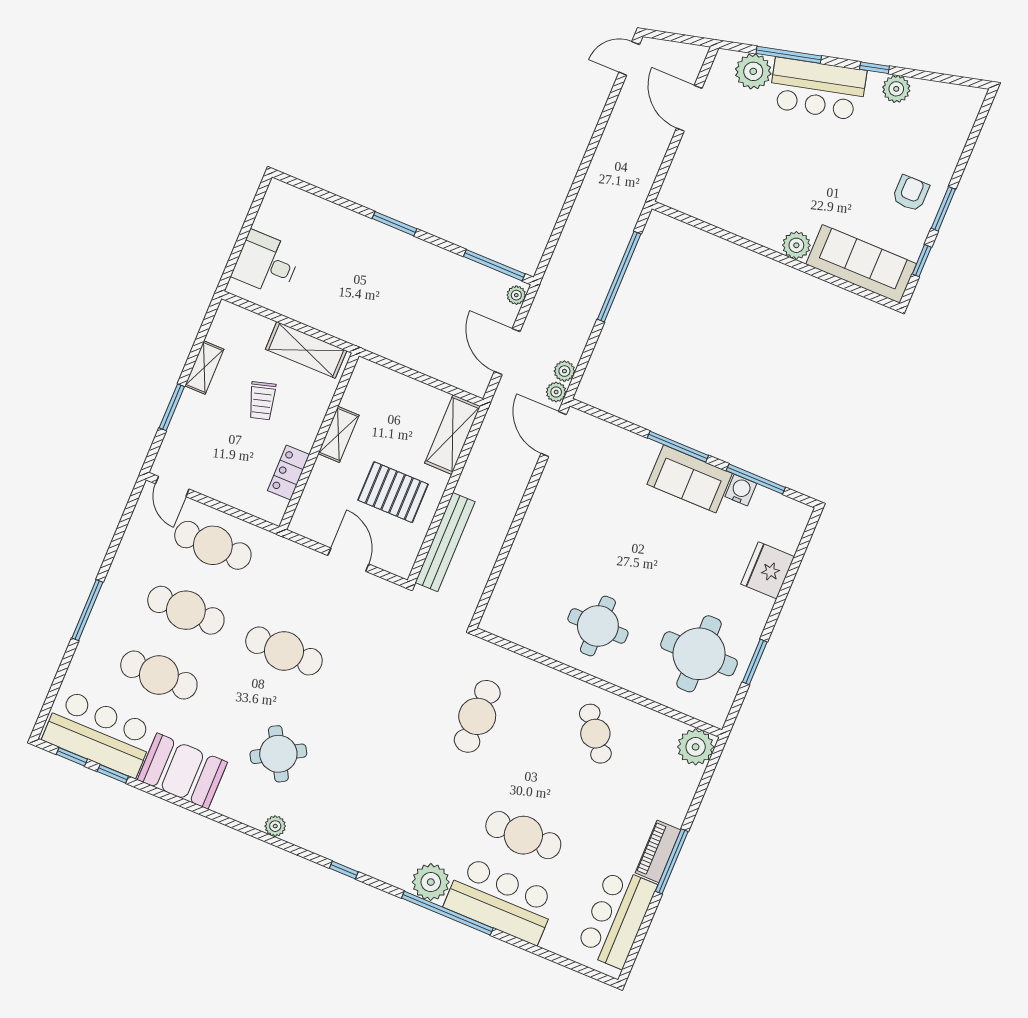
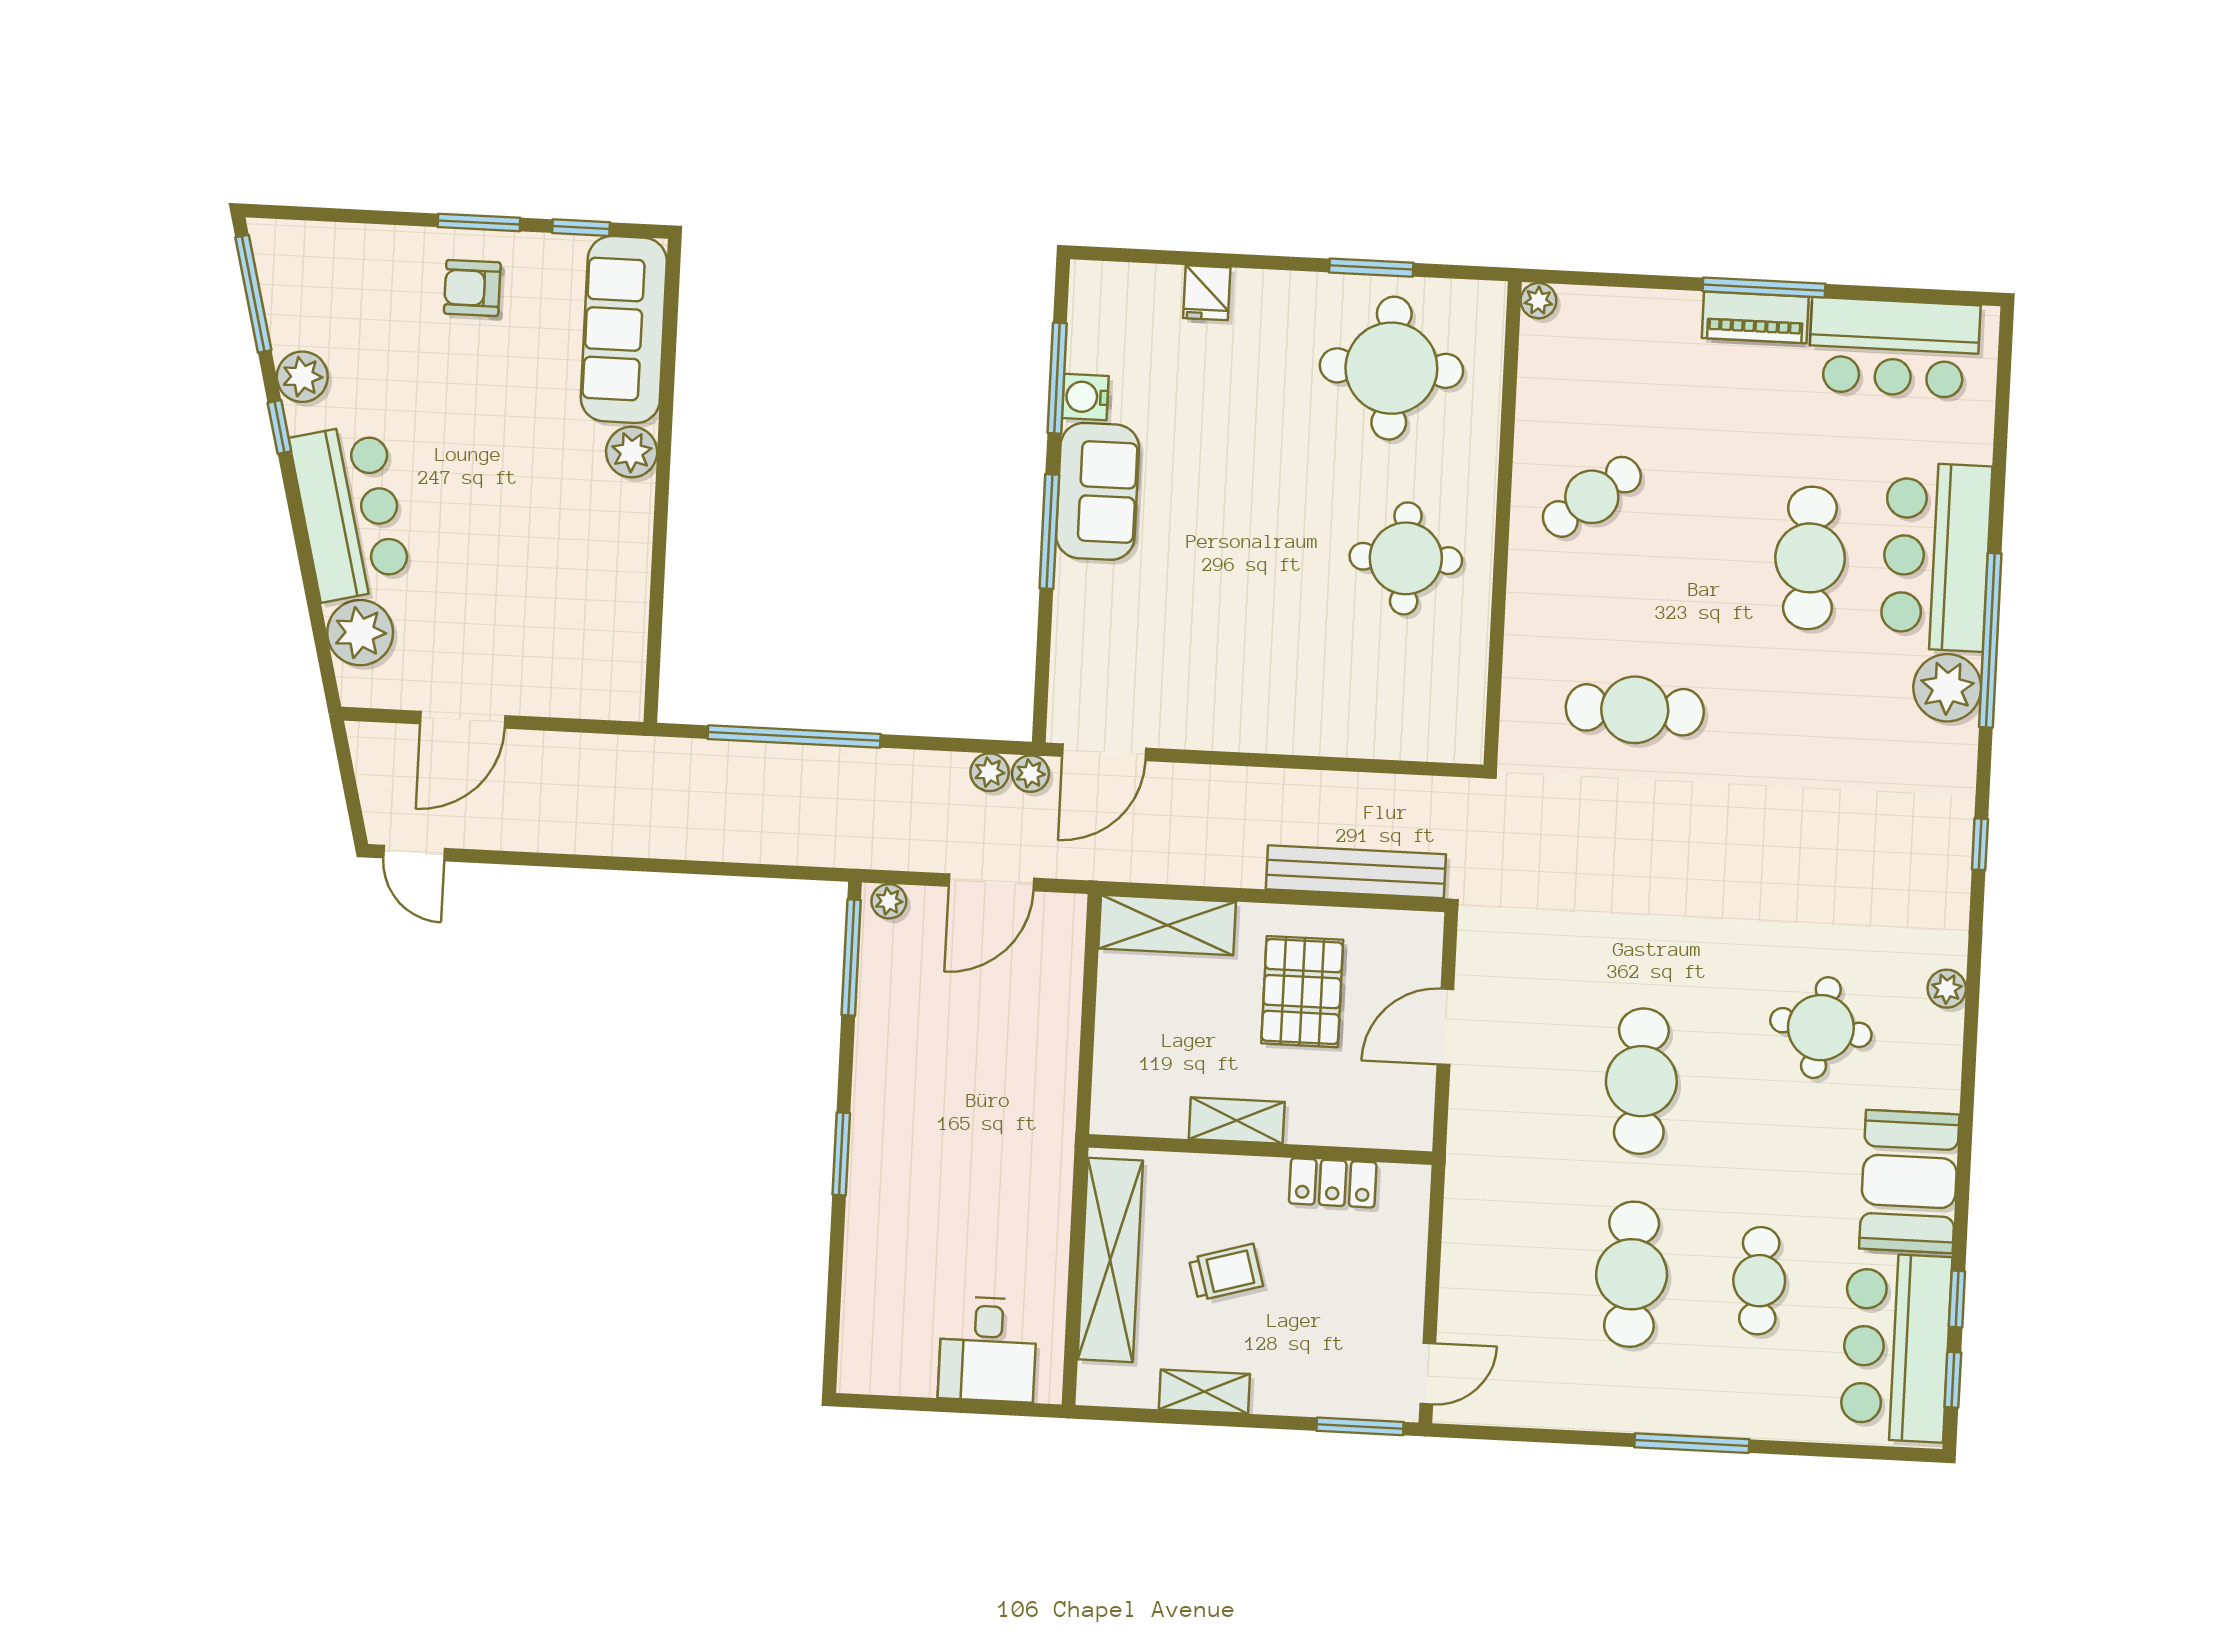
window: (789, 55) -> (253, 294), moved
shelving: (306, 350) -> (1110, 1260), width x1.47
window: (172, 407) -> (1360, 1426), moved
cafe table: (213, 545) -> (1504, 1268), removed
fridge: (768, 570) -> (1207, 293), width x0.53, depth x0.75
cafe table: (159, 675) -> (1759, 1281), width x0.73, depth x0.74
plant: (696, 747) -> (1538, 301), width x0.53, depth x0.53
round table: (278, 754) -> (1821, 1028), turned 38

